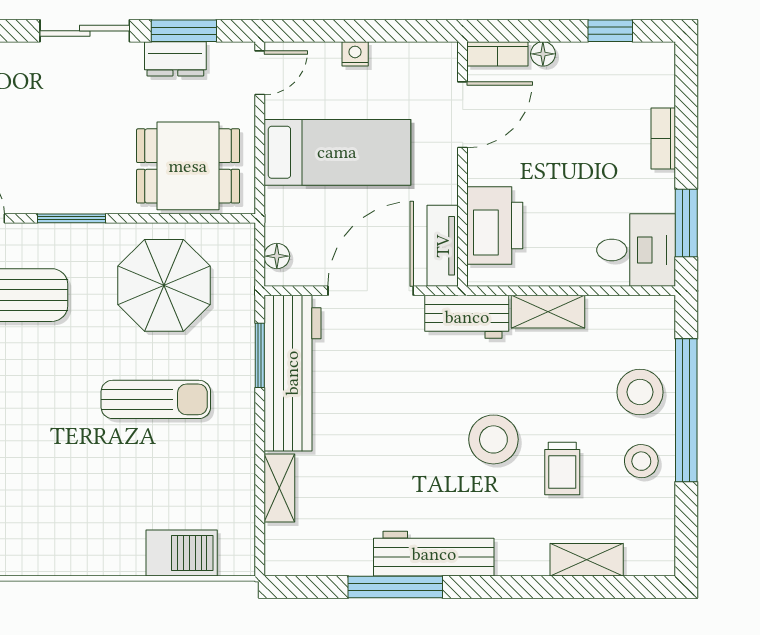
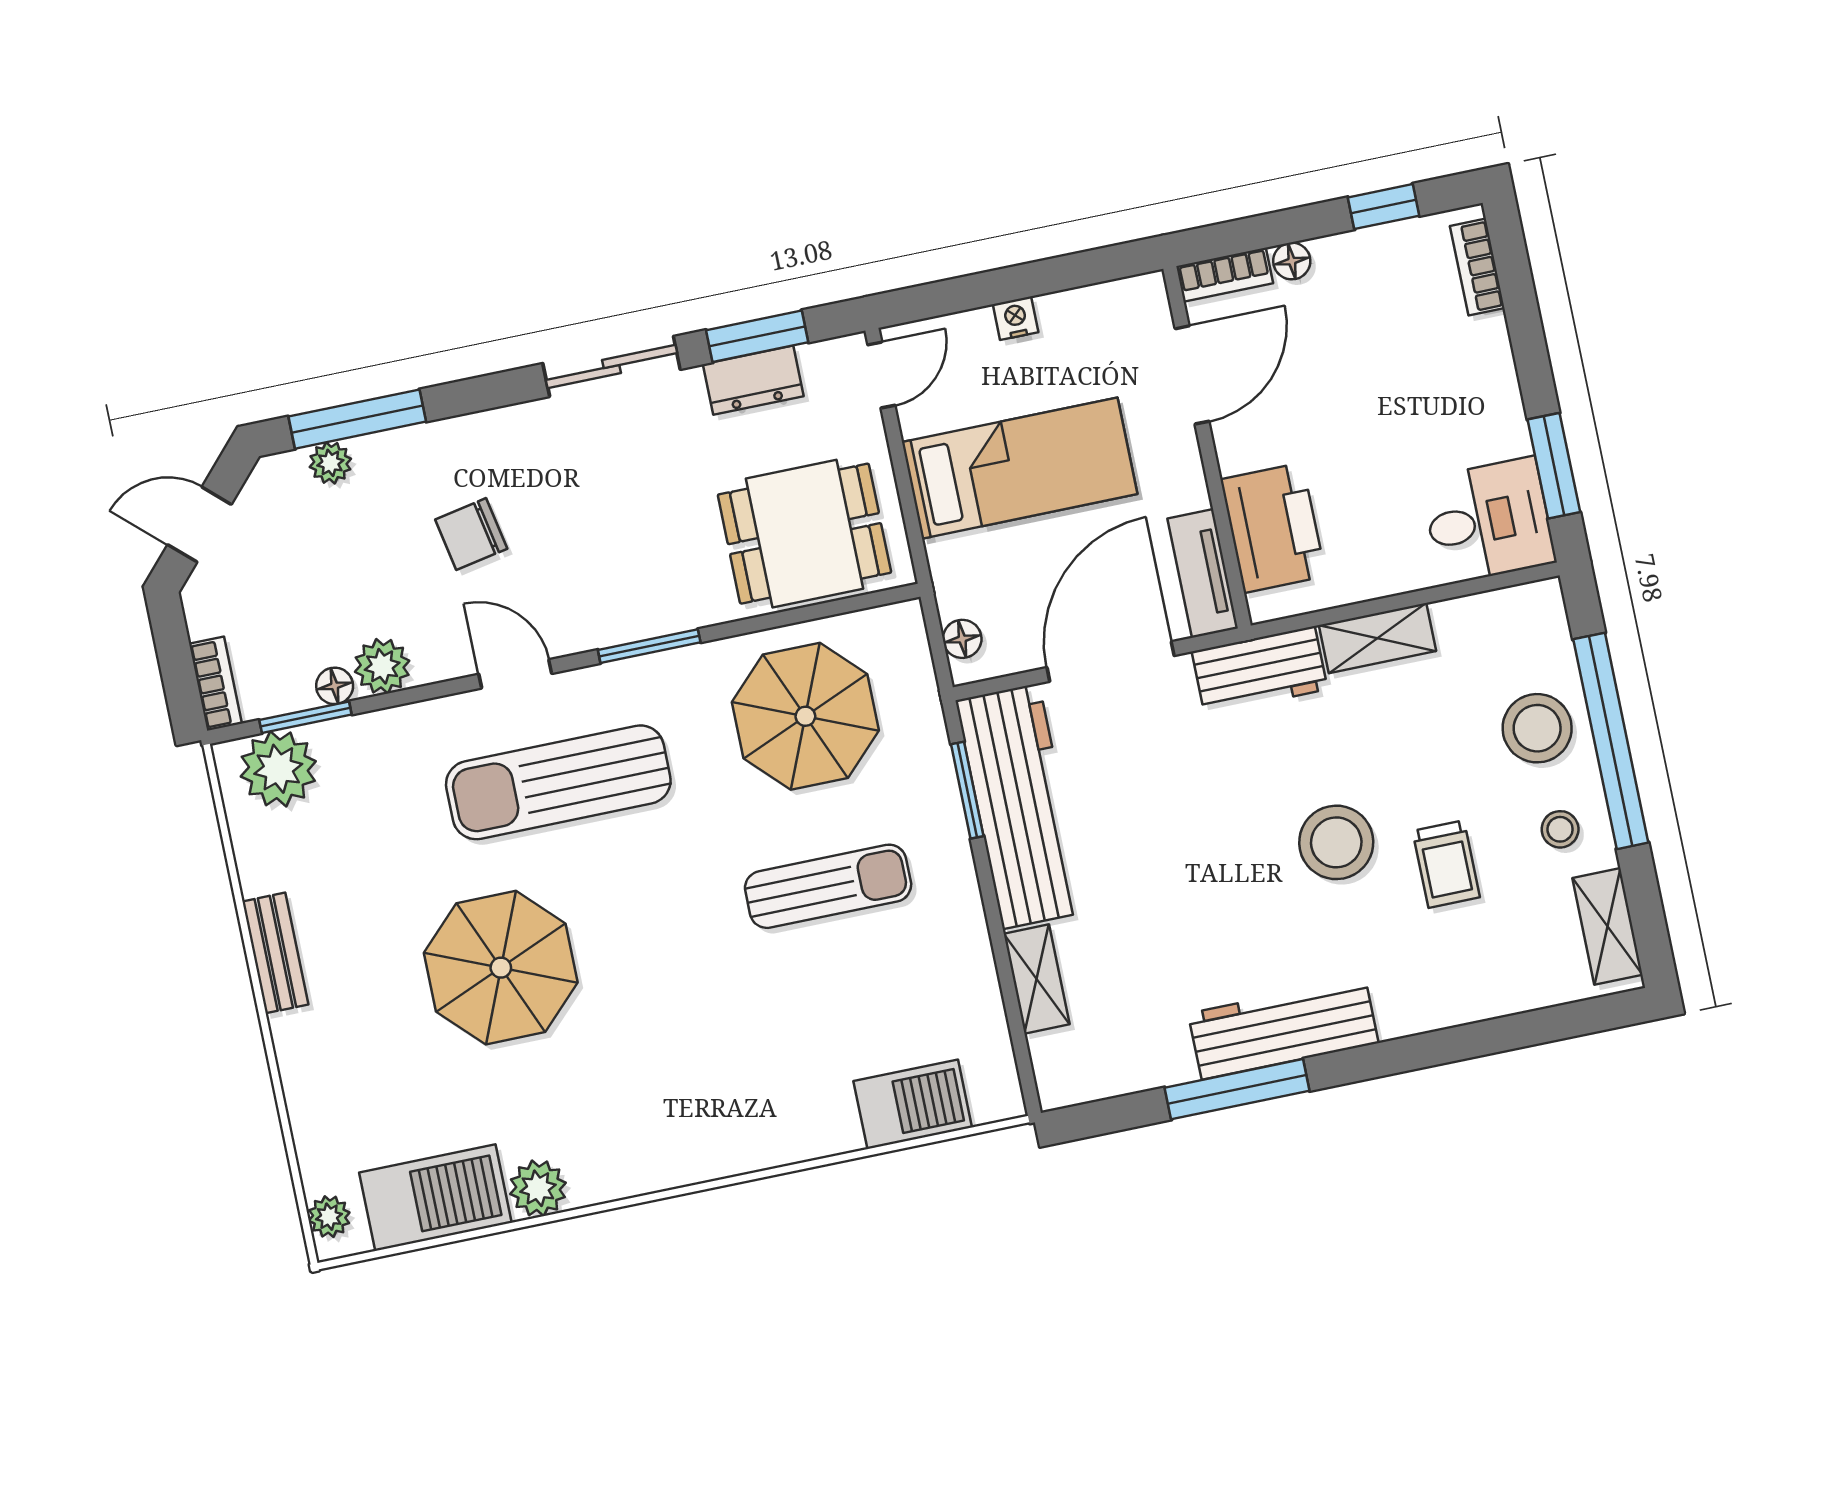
bookcase: (663, 138) -> (1477, 267), moved
stool: (641, 461) -> (1560, 829), width x0.73, depth x0.73
shelving: (587, 560) -> (1607, 926), moved, turned 90

